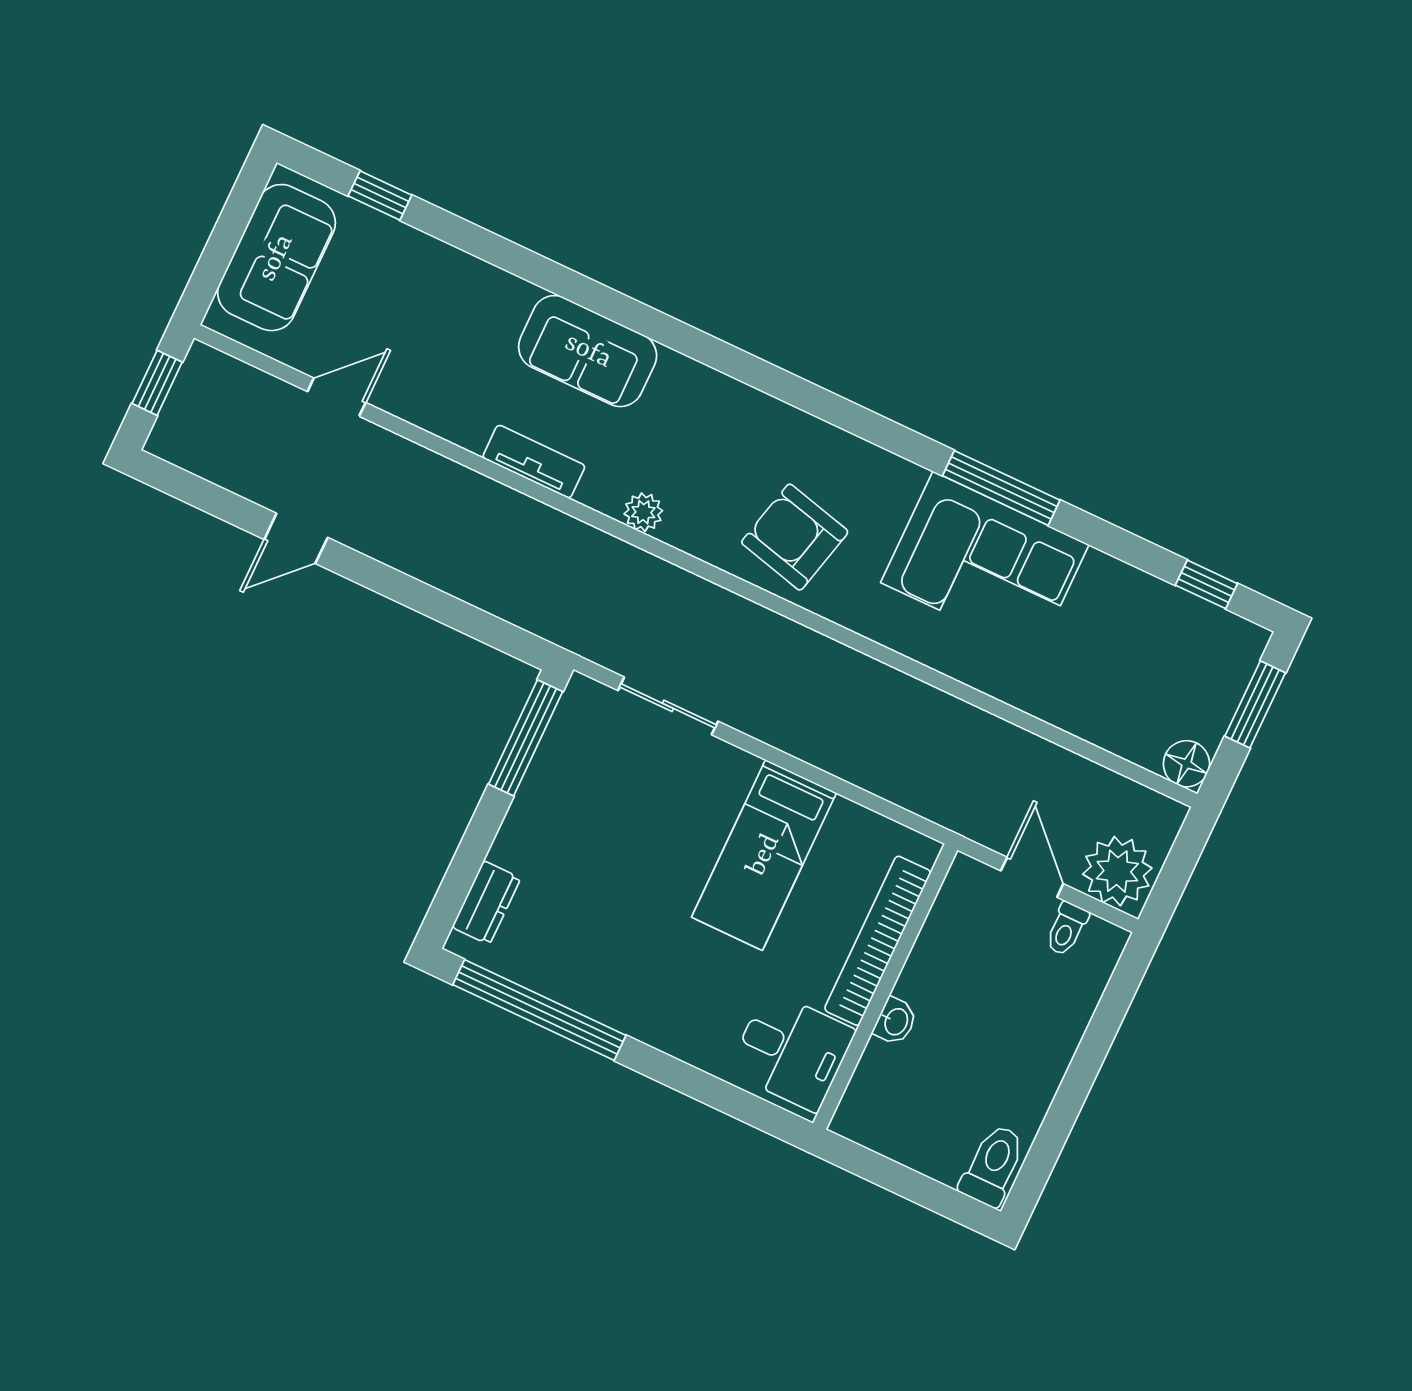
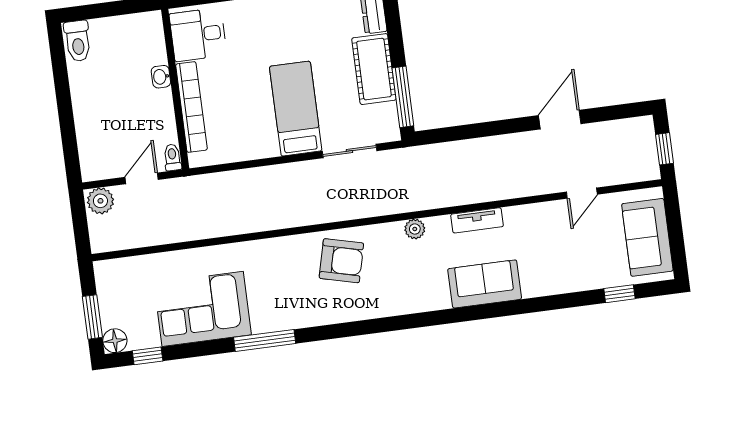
door: (296, 538) -> (560, 120), width x1.38
corner sofa: (985, 564) -> (203, 309), moved
floor lamp: (1186, 764) -> (115, 341), moved
cot: (544, 813) -> (374, 69), added
bed: (764, 855) -> (296, 109), moved
plant: (1117, 871) -> (100, 201), width x0.73, depth x0.73
door: (1032, 877) -> (142, 178), swing flipped
toilet: (1067, 929) -> (172, 157), moved

